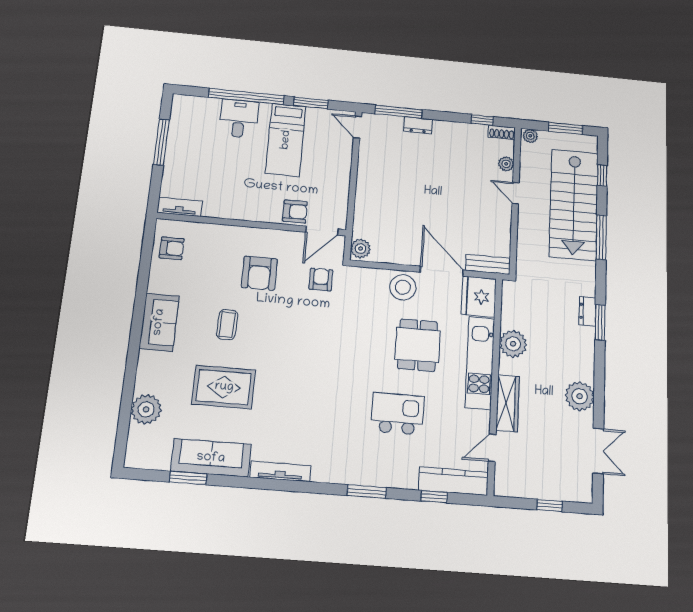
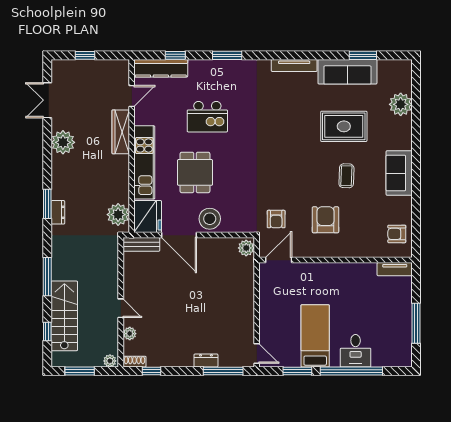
stairs: (574, 204) -> (64, 316), width x0.73, depth x0.66
armchair: (295, 211) -> (302, 274), removed
plant: (513, 344) -> (118, 215), moved

